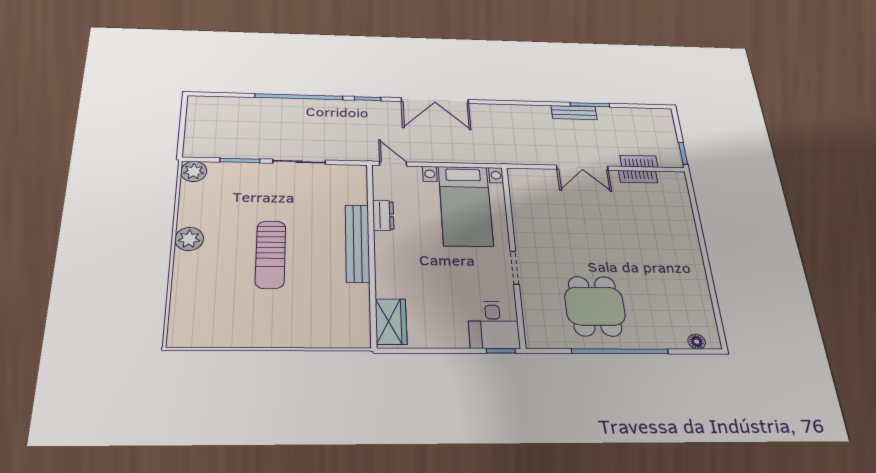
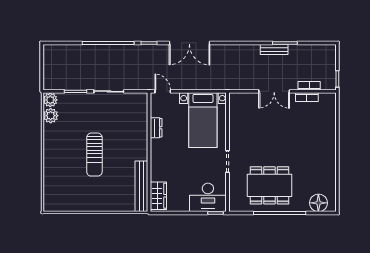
plant: (189, 239) -> (51, 116), moved
bench: (357, 243) -> (141, 186), moved
dining table: (595, 306) -> (269, 185), width x1.37
desk: (493, 325) -> (208, 197), width x1.37
floor lamp: (697, 342) -> (318, 203), width x1.89, depth x1.89

